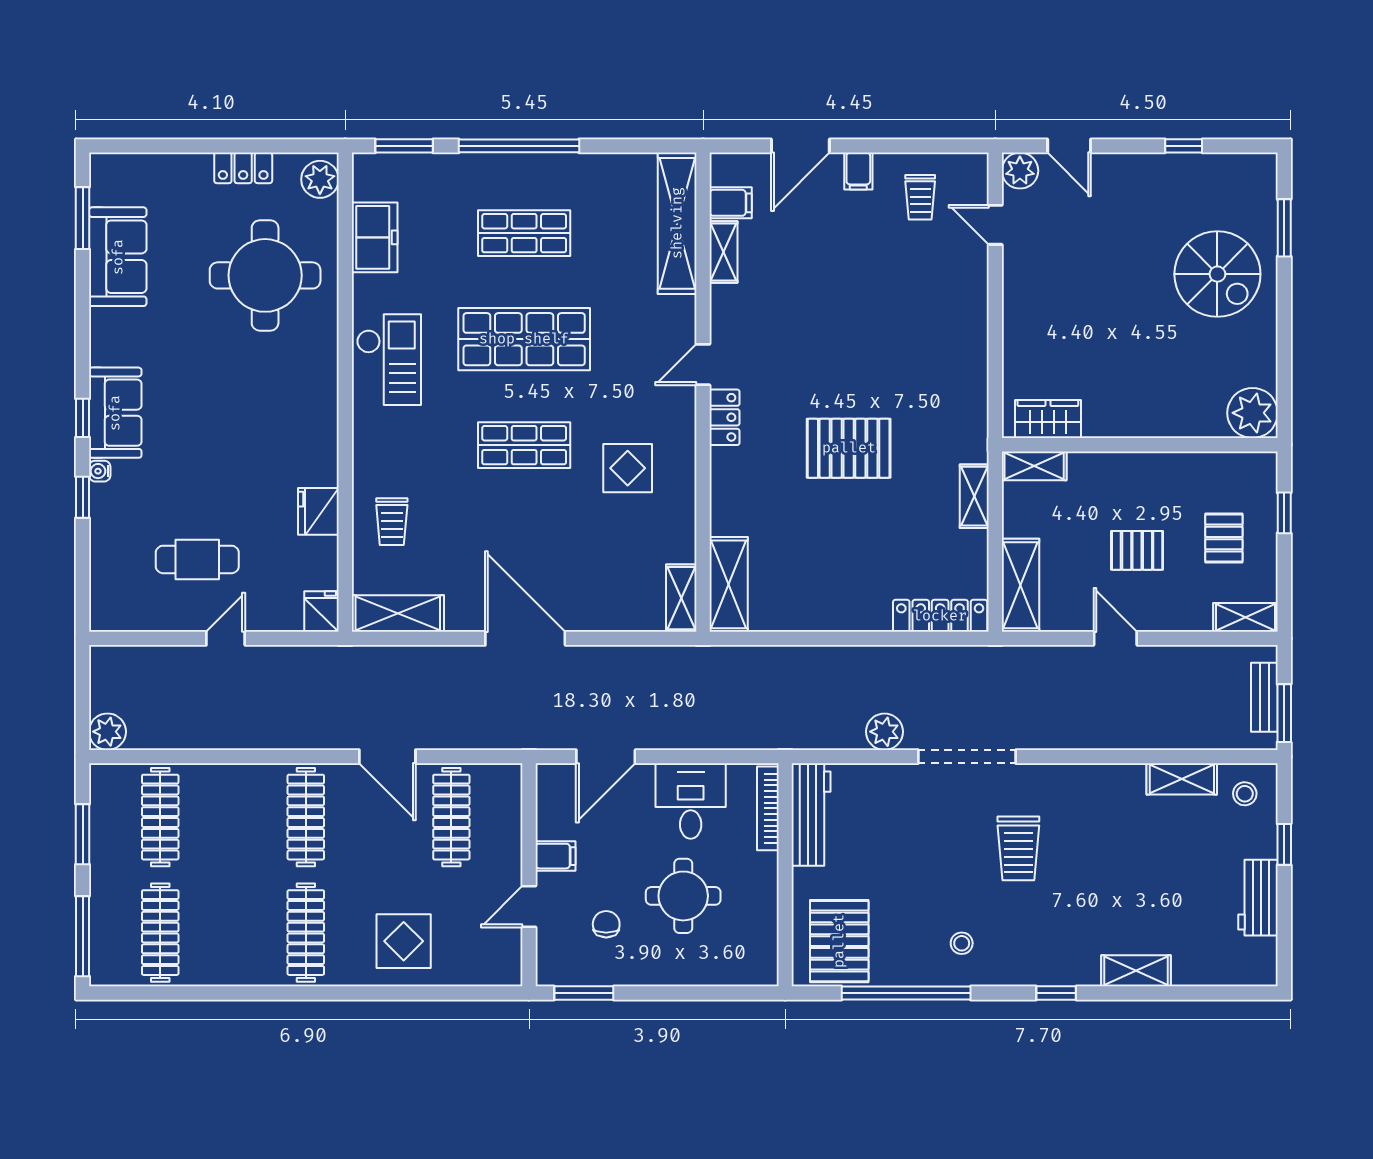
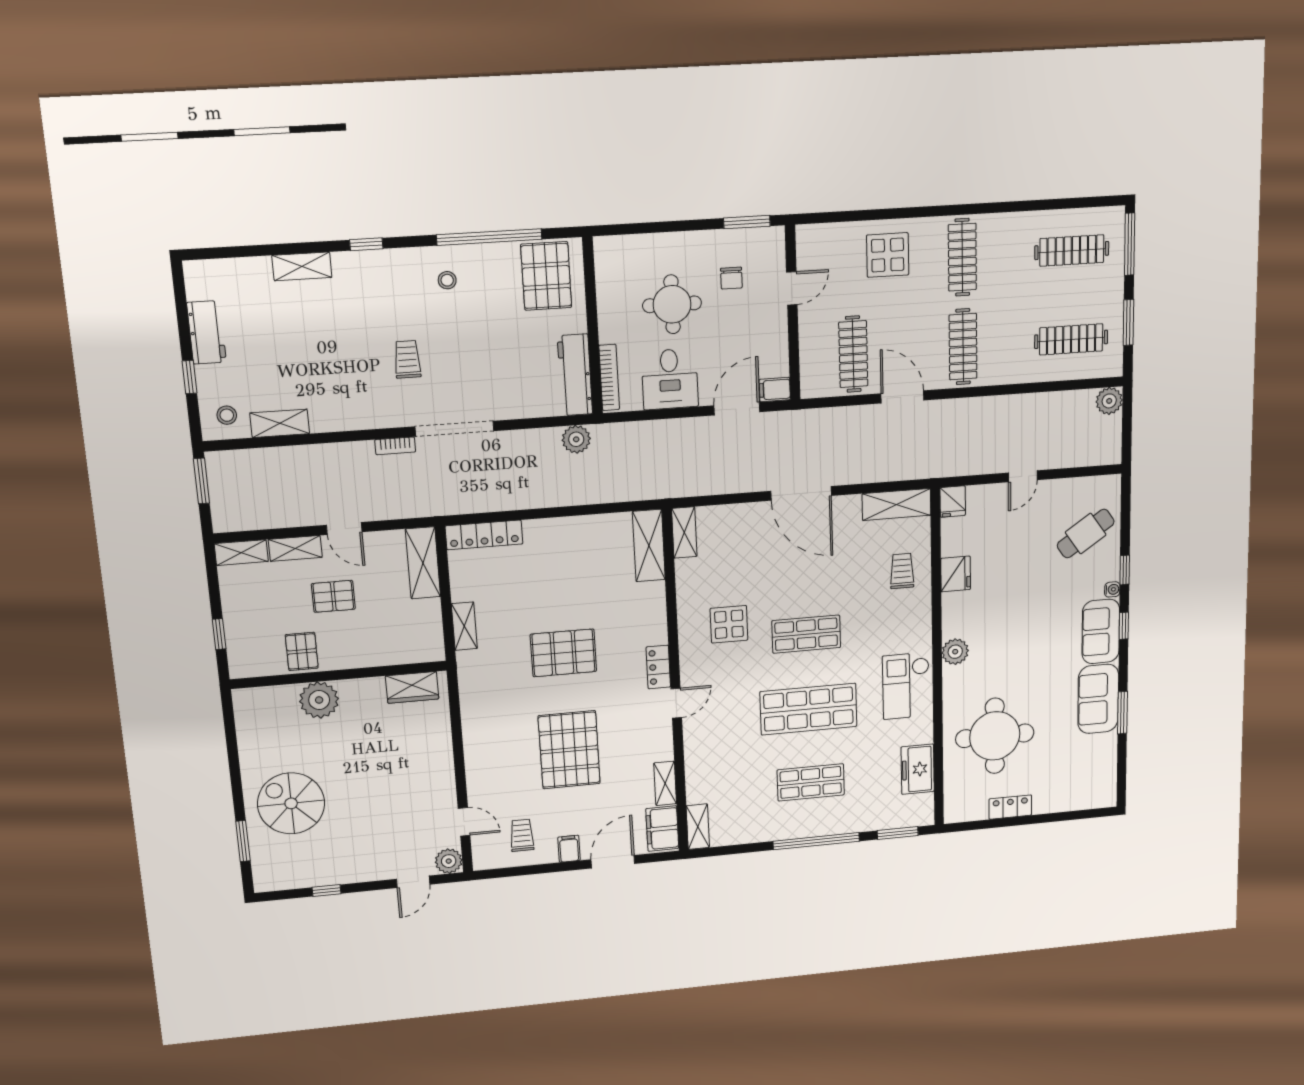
door: (1069, 146) -> (413, 882), swing flipped
plant: (320, 179) -> (955, 652), moved
filing cabinet: (731, 203) -> (662, 829), width x2.00
window: (83, 218) -> (1123, 713), moved
shelving: (677, 223) -> (698, 827), width x0.45, depth x0.75
sofa: (118, 257) -> (1098, 699), moved
pallet: (849, 313) -> (569, 750), added
plant: (1252, 413) -> (319, 700), moved
shelving: (1034, 466) -> (295, 548), moved
pallet: (1224, 538) -> (302, 651), moved
cafe table: (197, 559) -> (1086, 534), moved, turned -34
bench: (1264, 697) -> (219, 492), removed
plant: (884, 732) -> (576, 439), moved
bookcase: (1043, 740) -> (395, 446), added
clothes rail: (160, 817) -> (1071, 339), turned 90
trolley: (1018, 848) -> (407, 359), width x0.73, depth x0.72
filing cabinet: (555, 856) -> (775, 390), moved
clothes rail: (160, 933) -> (1072, 251), turned 90

